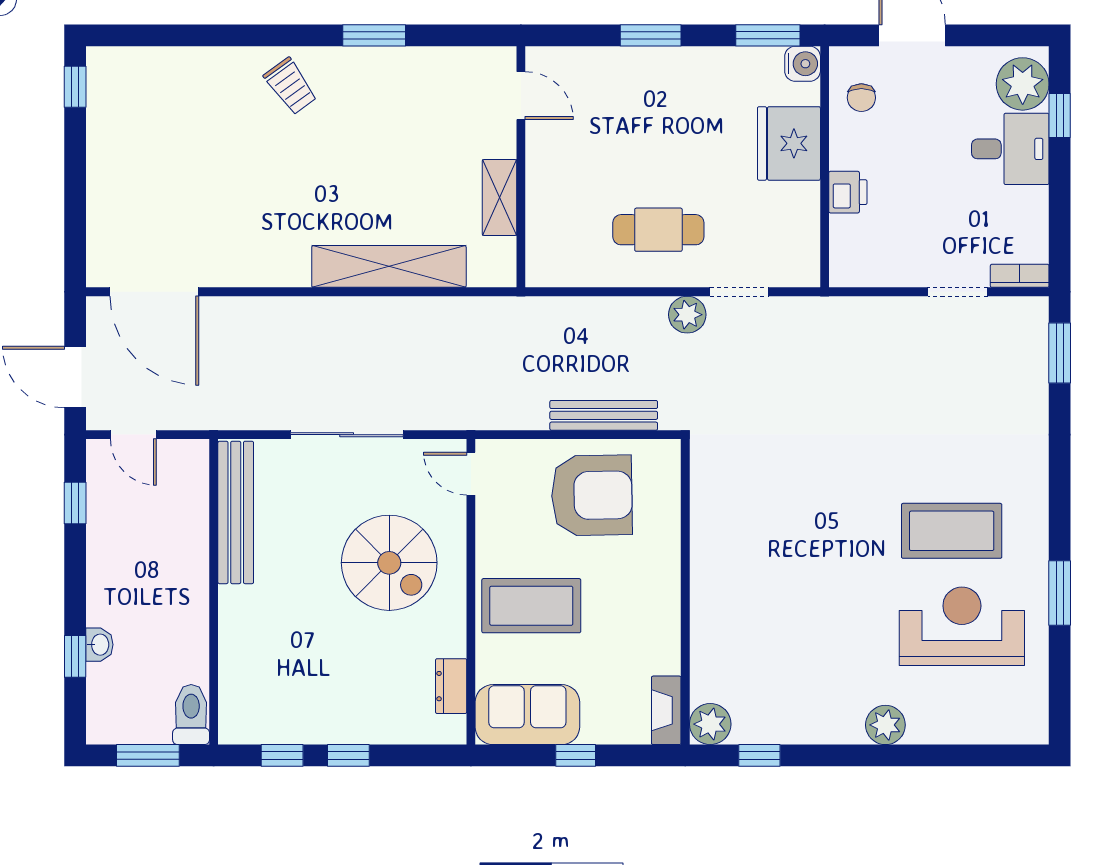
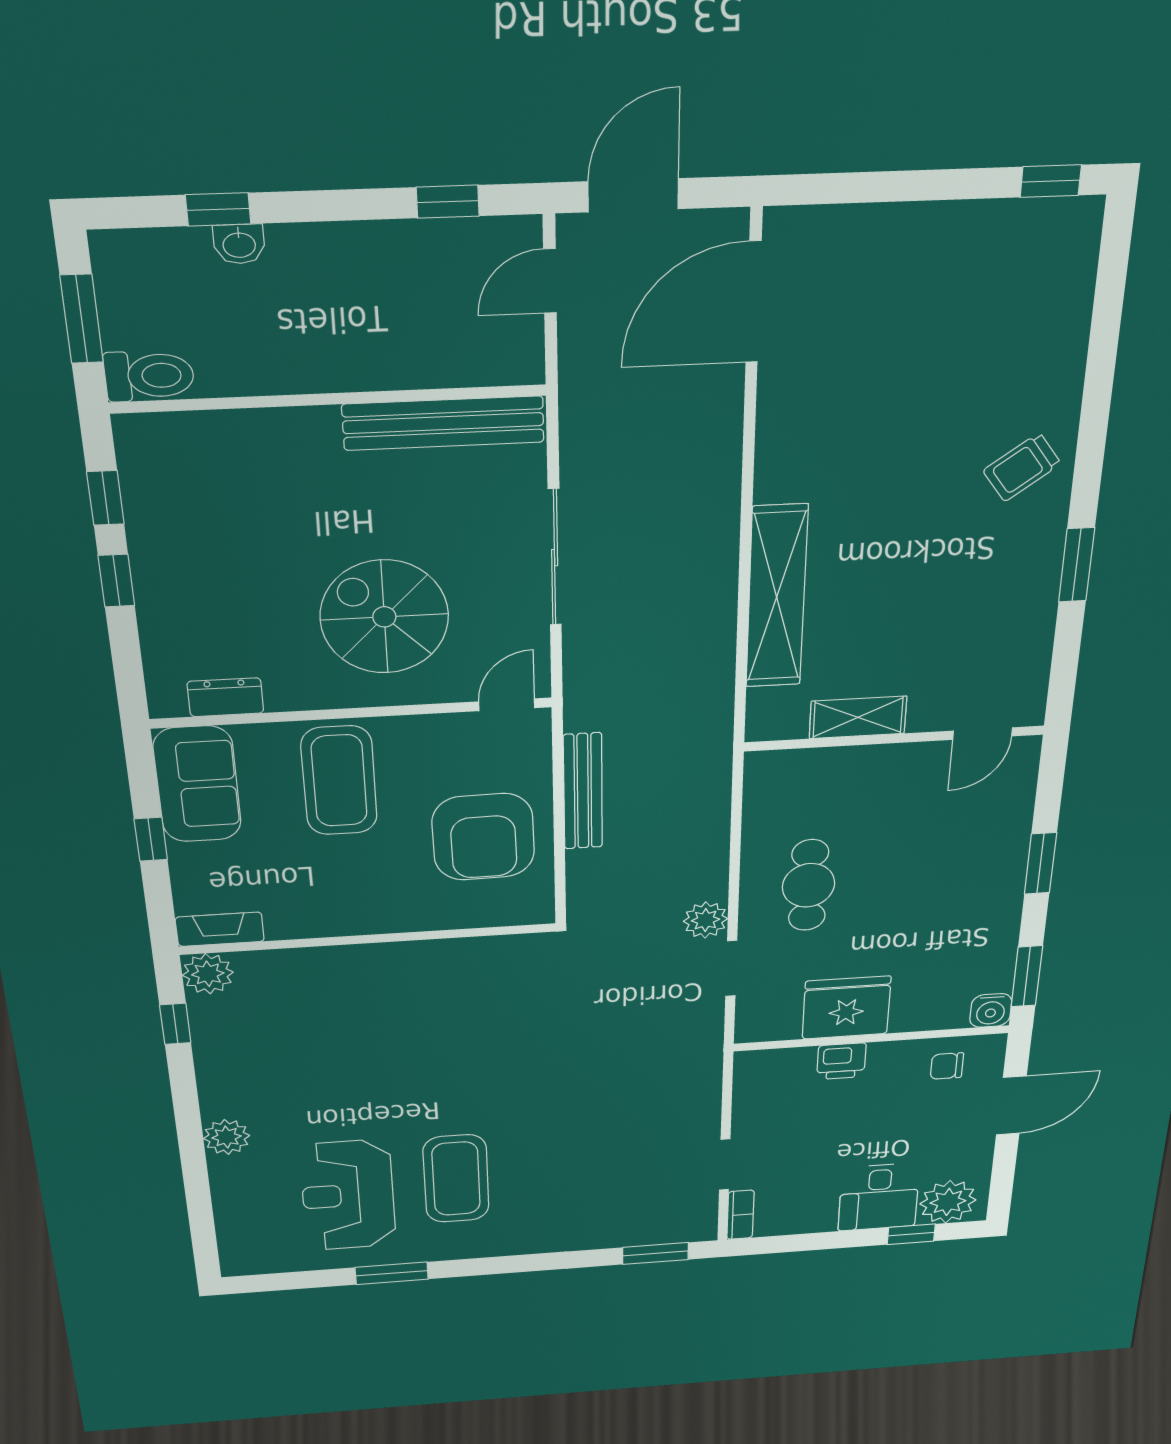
fridge: (789, 143) -> (846, 1008), moved
bench: (604, 415) -> (583, 791), moved
spiral stairs: (389, 563) -> (384, 617), turned 90
reception desk: (962, 626) -> (348, 1195), turned 180

